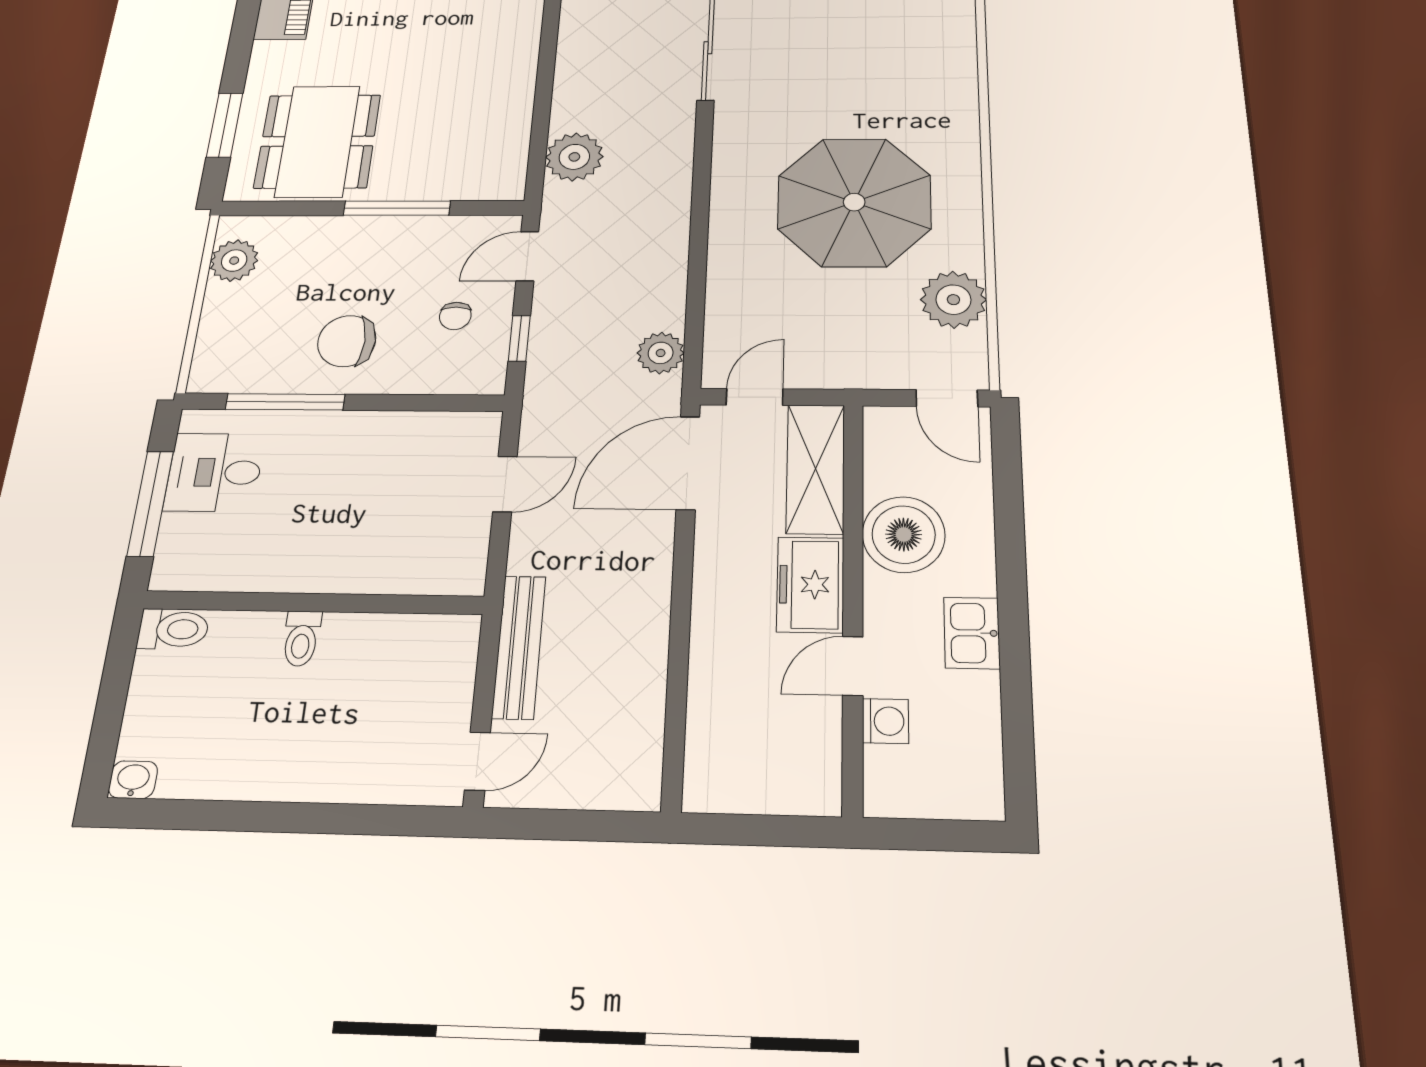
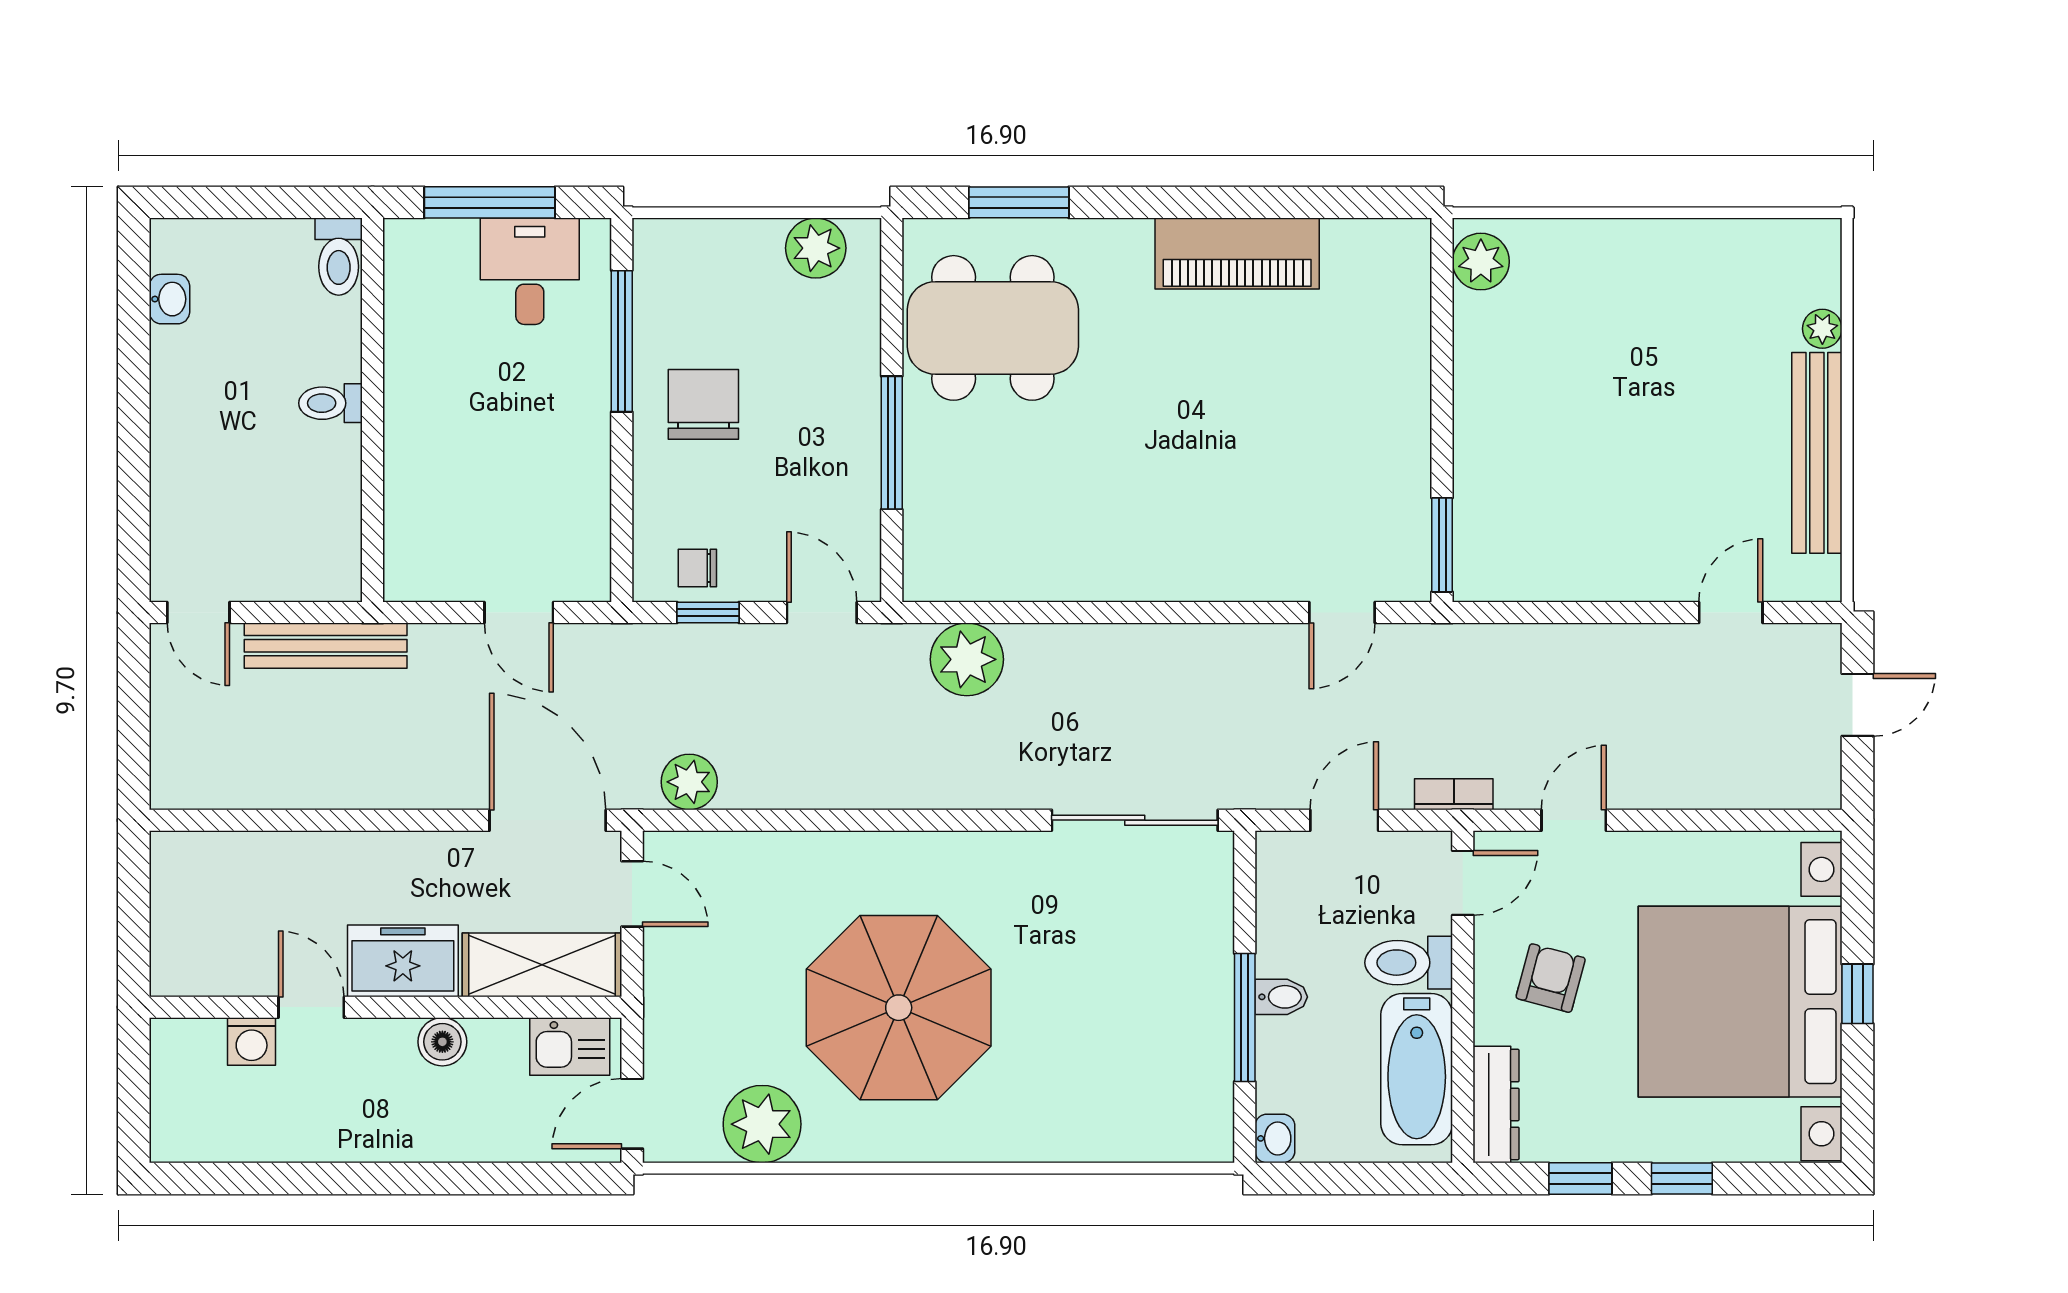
chair: (455, 316) -> (697, 568), moved
boiler: (904, 534) -> (442, 1042), width x0.54, depth x0.54
kitchen sink: (972, 633) -> (570, 1046), moved, turned 180
washbasin: (133, 780) -> (169, 299), moved

